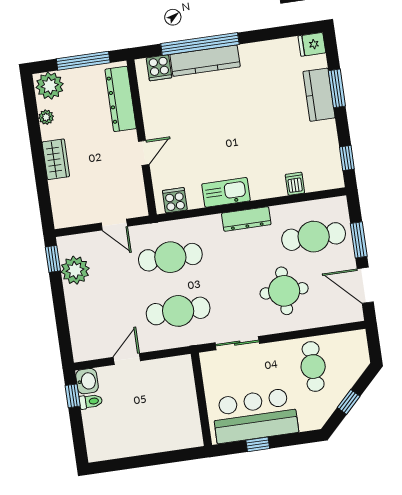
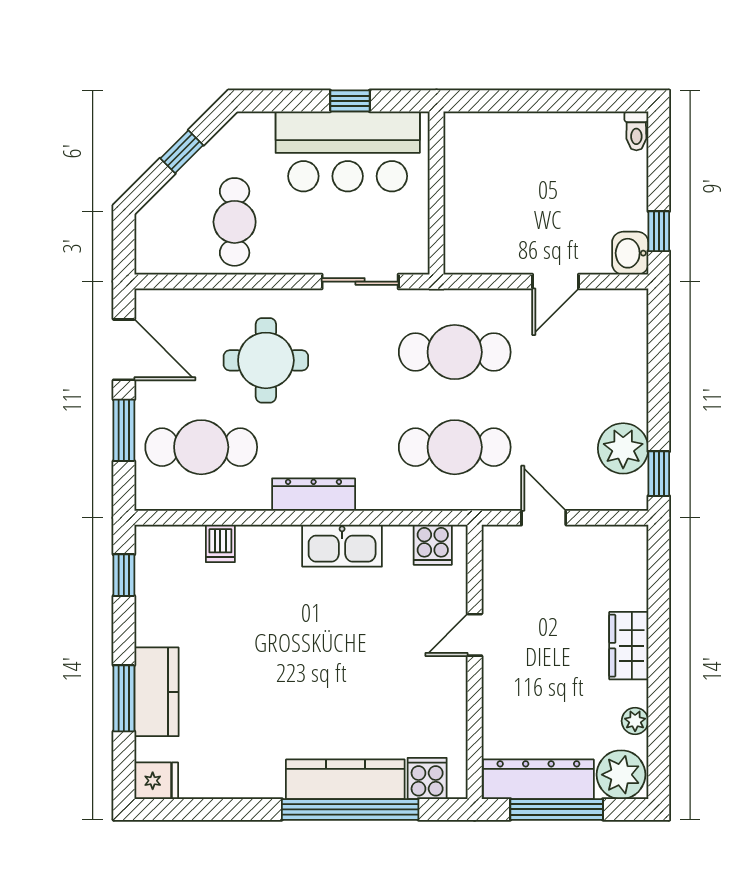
dresser: (121, 99) -> (538, 779), moved, turned -90
toilet: (91, 401) -> (636, 131), moved, turned -90

